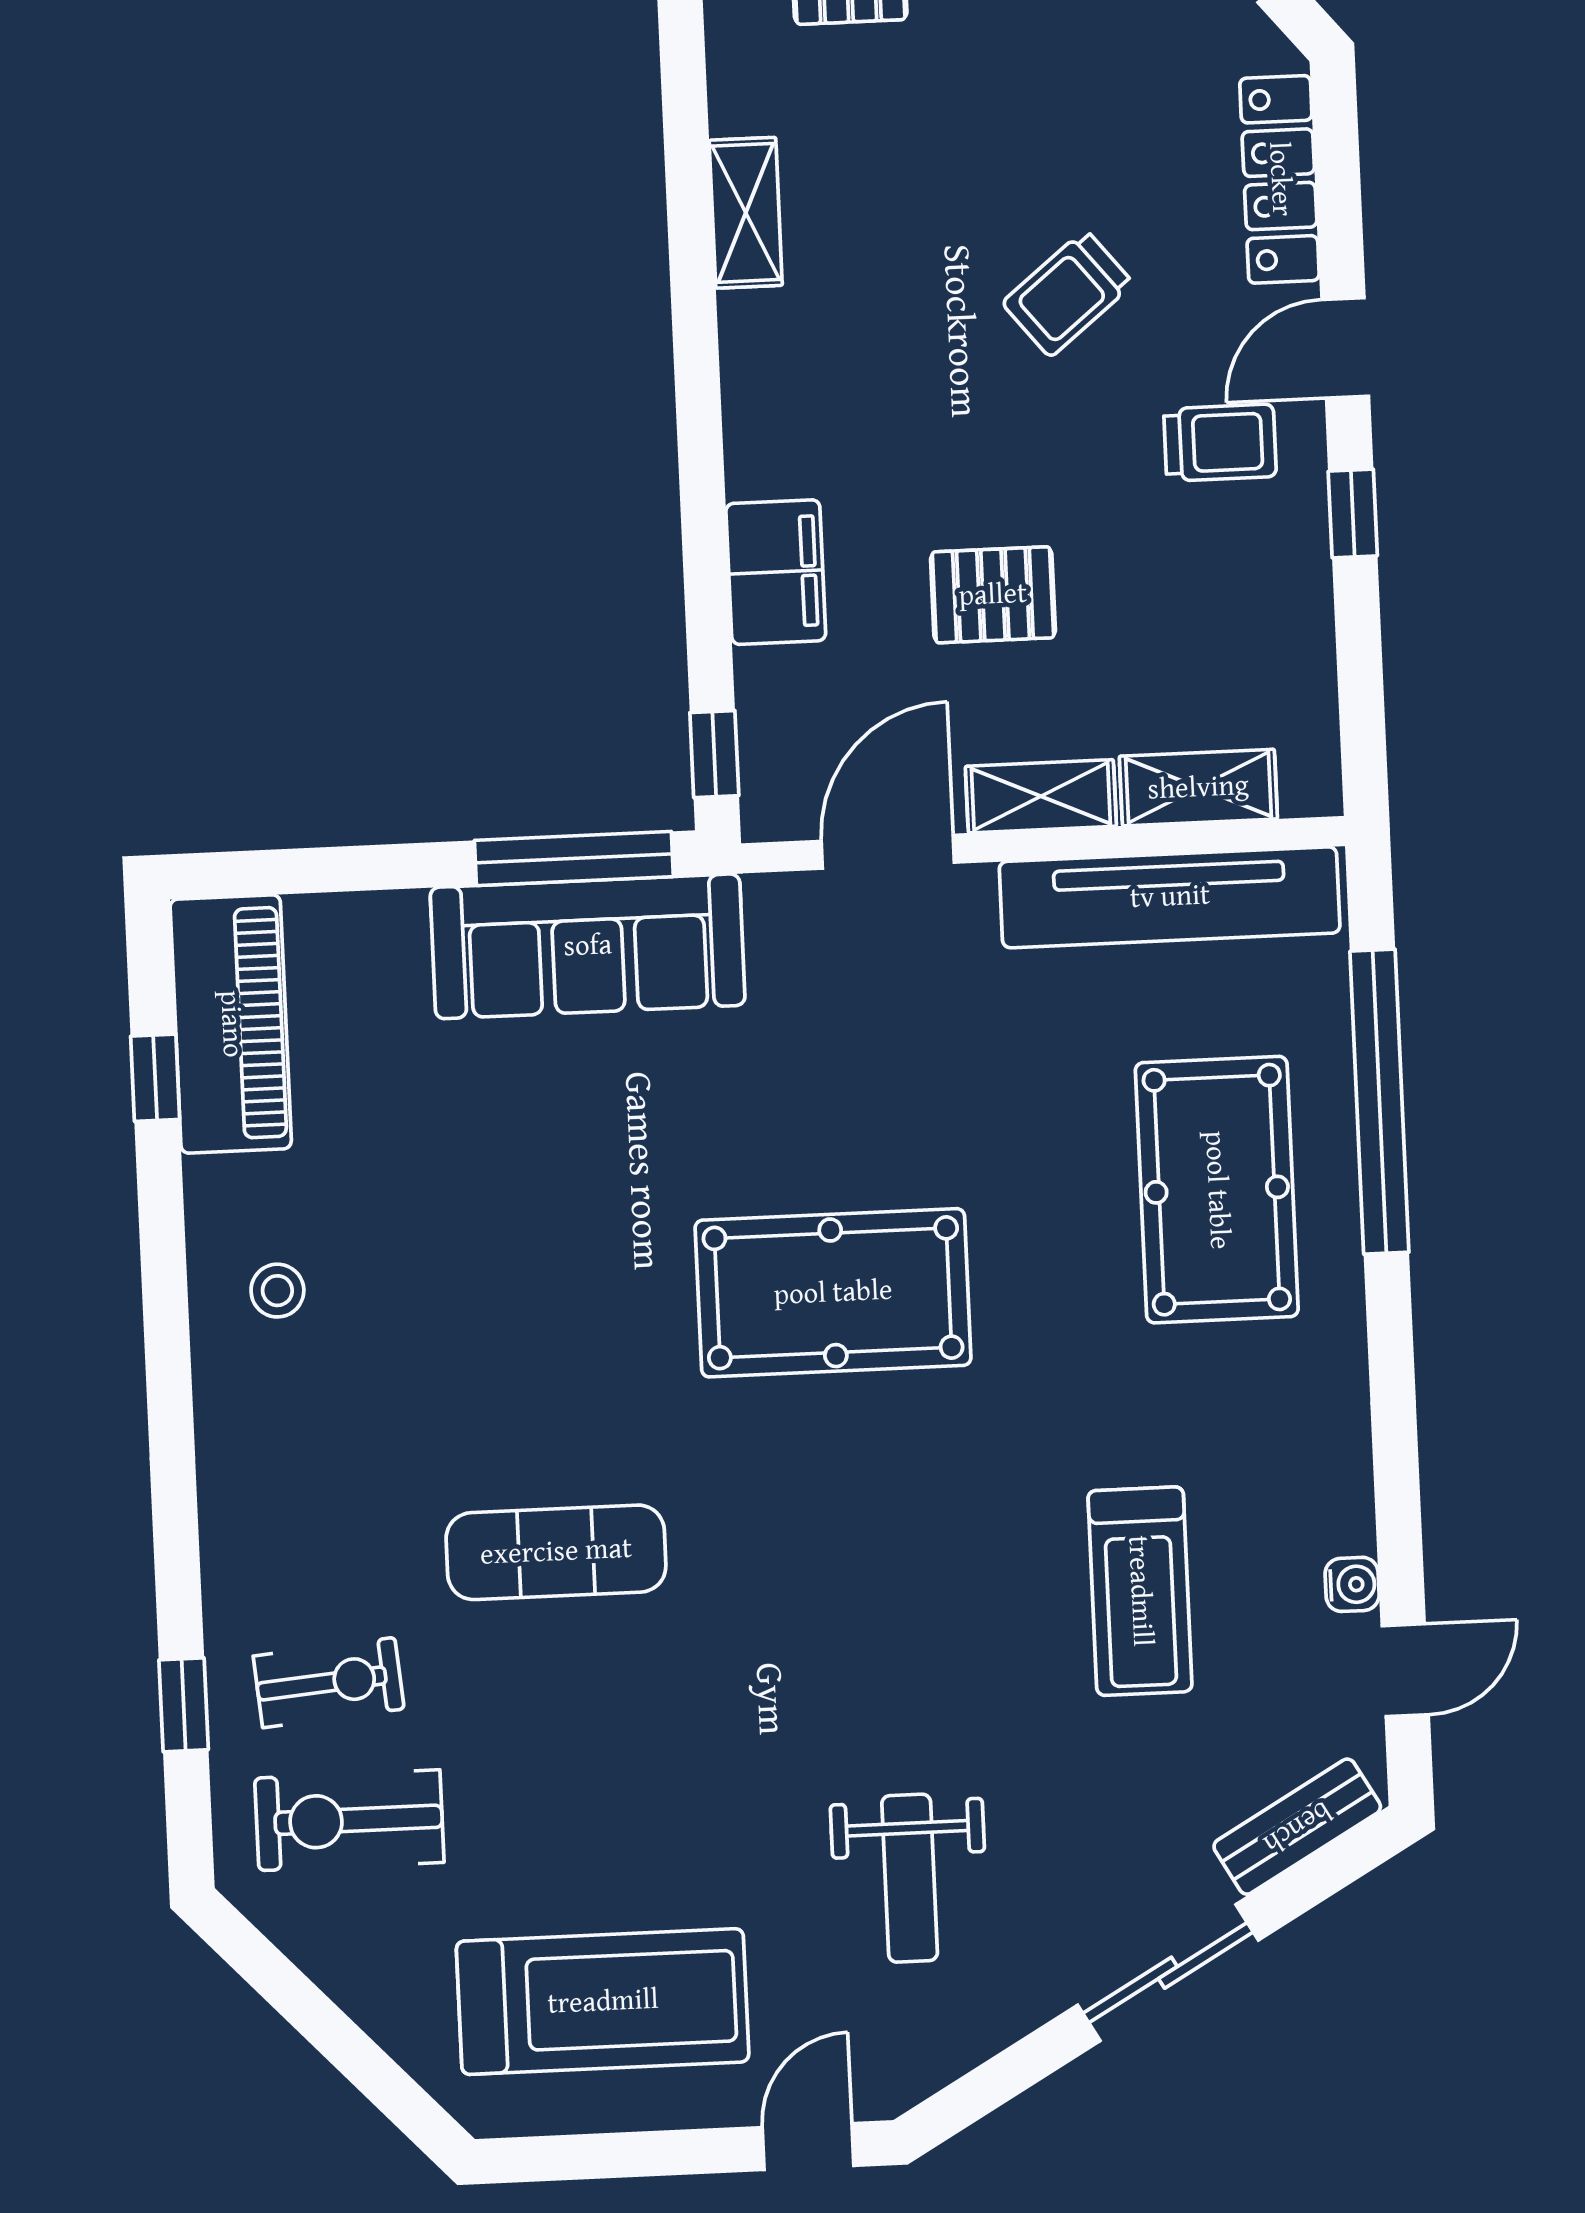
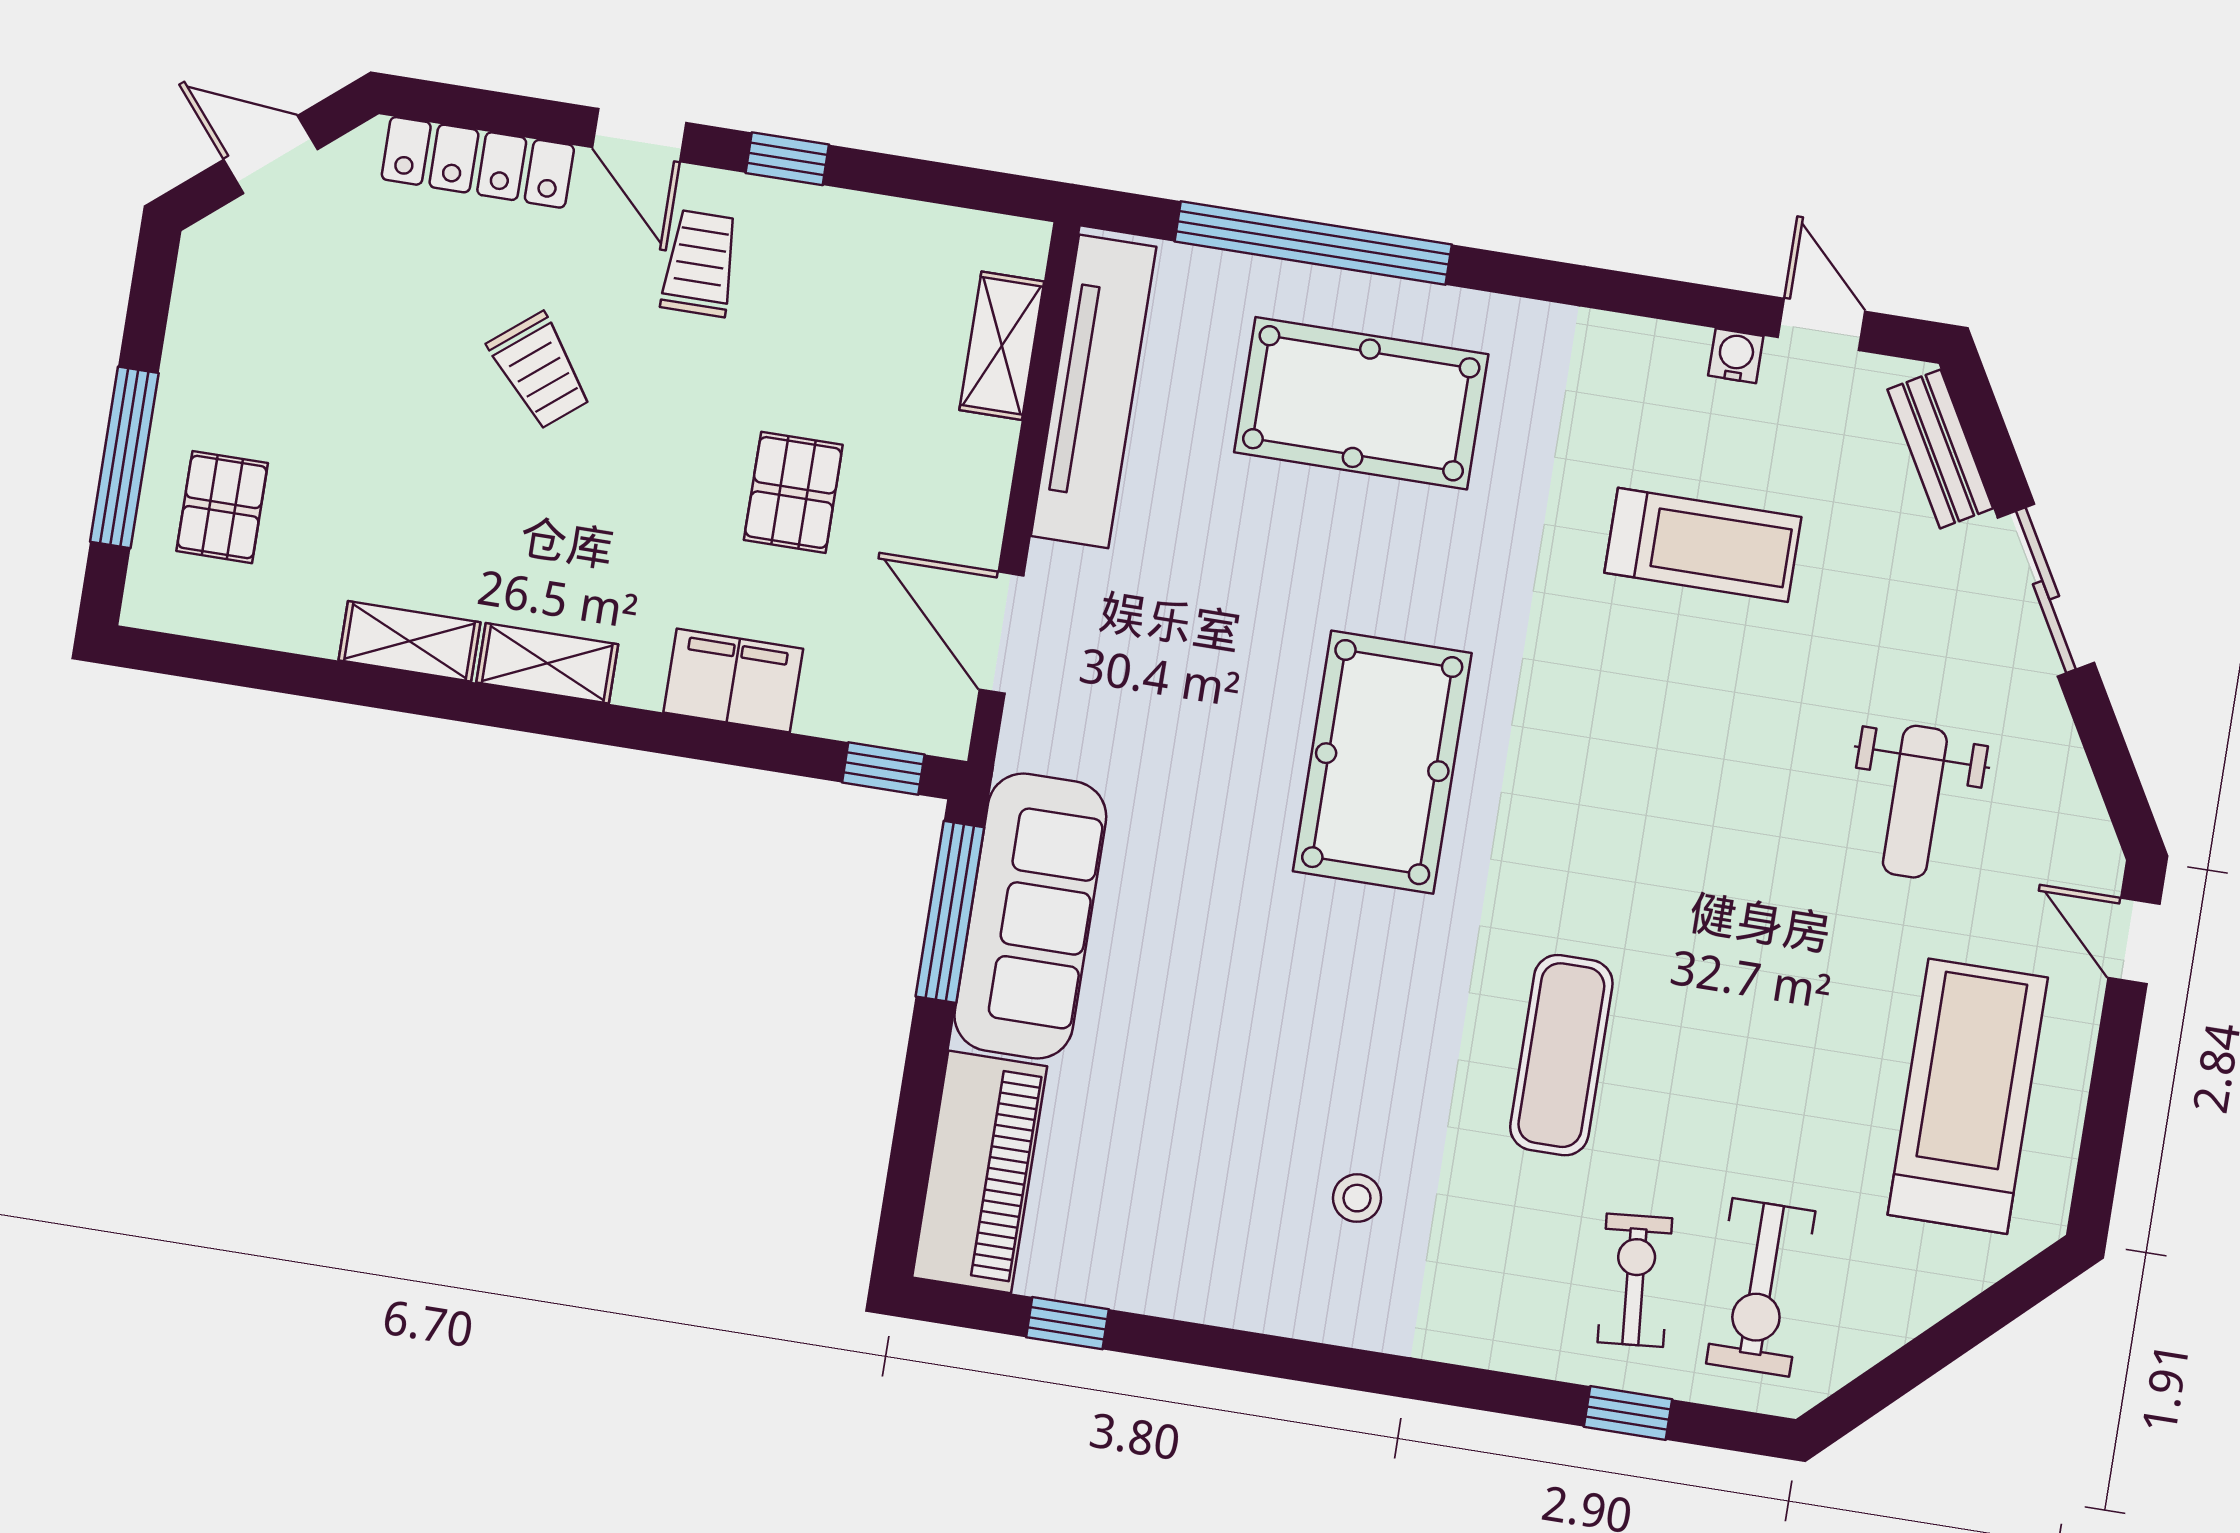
shelving: (1041, 796) -> (547, 663), moved, turned 90
piano: (231, 1024) -> (980, 1172), moved, turned 90
stool: (277, 1291) -> (1357, 1198), moved
weight bench: (910, 1878) -> (1915, 802), turned 90

